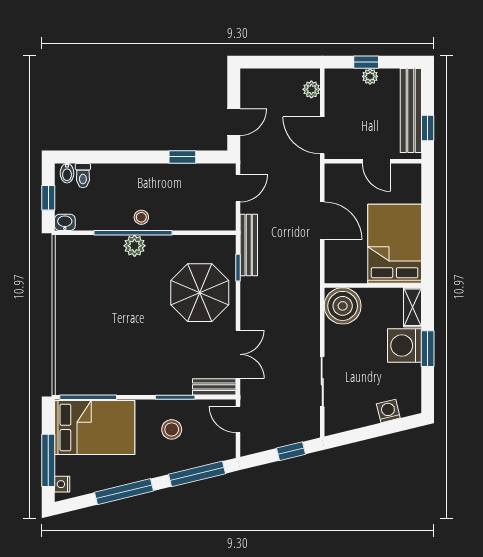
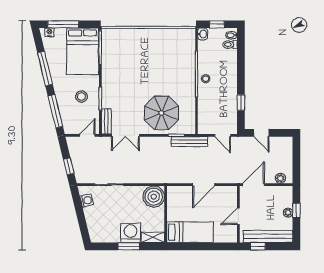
bed: (395, 244) -> (190, 232), width x0.67
plant: (135, 246) -> (189, 75), removed
washing machine: (388, 411) -> (87, 200), moved

